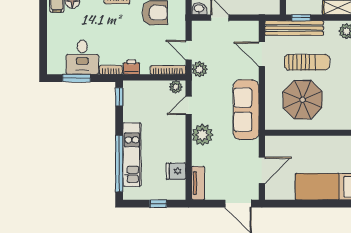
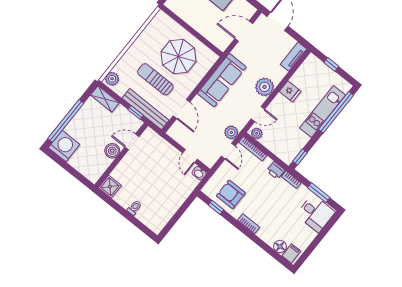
desk: (82, 57) -> (316, 213), moved, turned 90
fridge: (176, 171) -> (290, 91), moved

